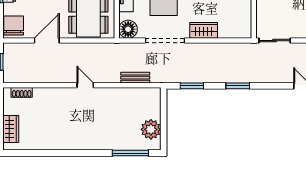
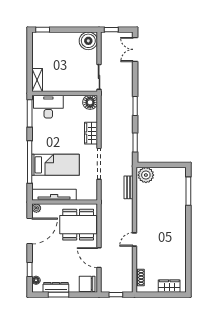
floor lamp: (128, 29) -> (90, 102), moved
door: (85, 85) -> (135, 239), moved
plant: (151, 129) -> (146, 175), moved

